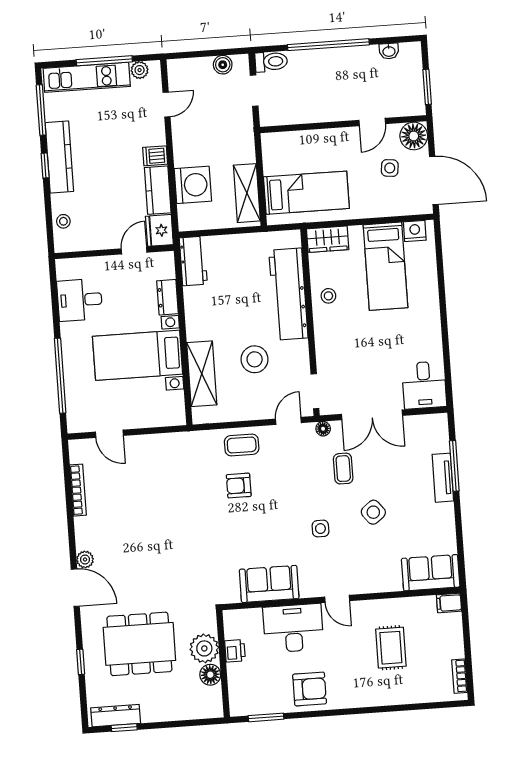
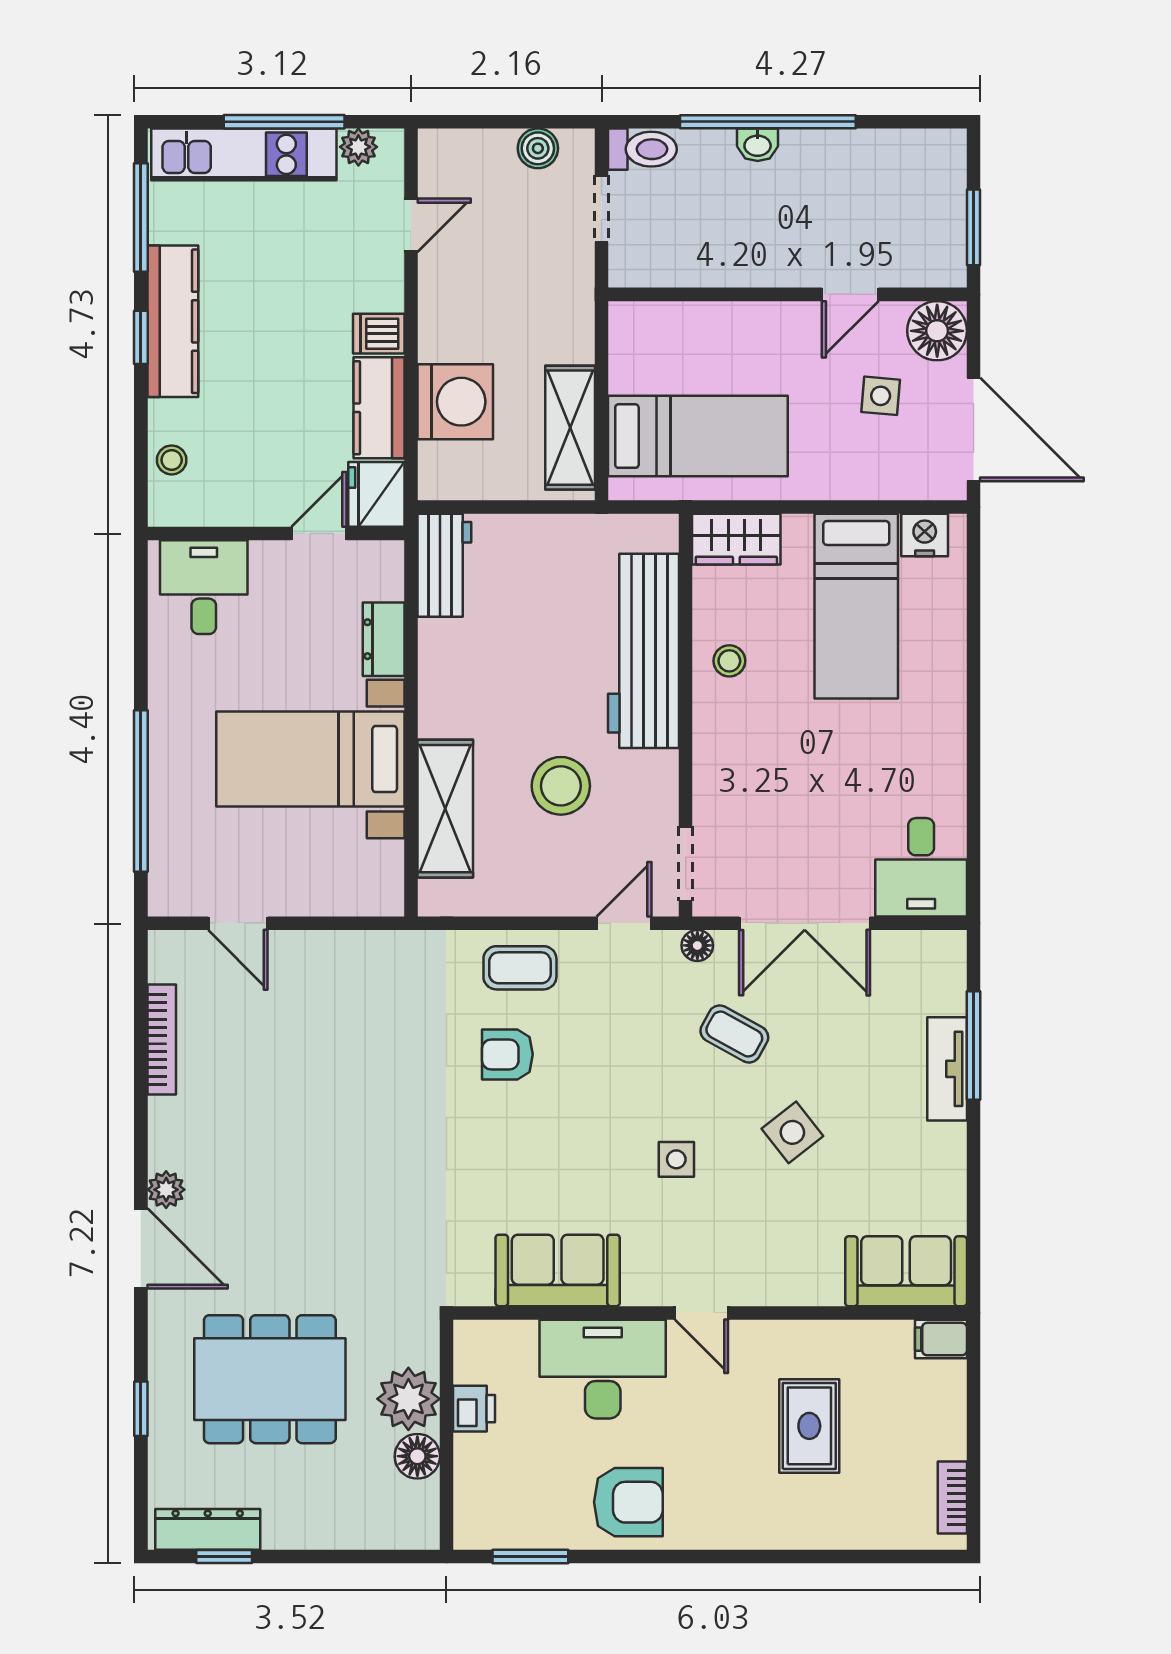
washbasin: (389, 51) -> (758, 145), moved
desk: (80, 300) -> (204, 587), moved, turned 90
coffee table: (343, 469) -> (734, 1034), turned -61

